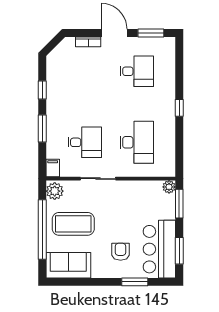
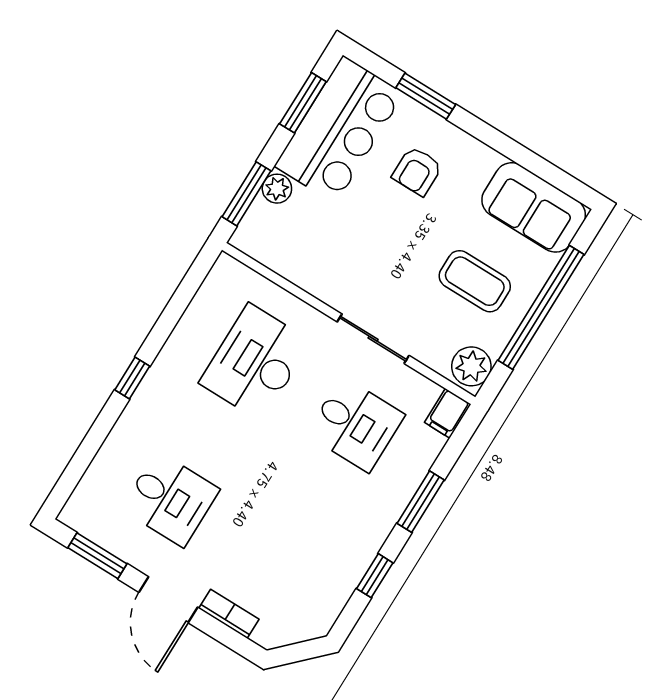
desk: (137, 71) -> (170, 499), turned 180
desk: (85, 142) -> (355, 424), turned 180
plant: (169, 187) -> (277, 189), moved
coffee table: (73, 224) -> (475, 281), width x0.73, depth x0.76

